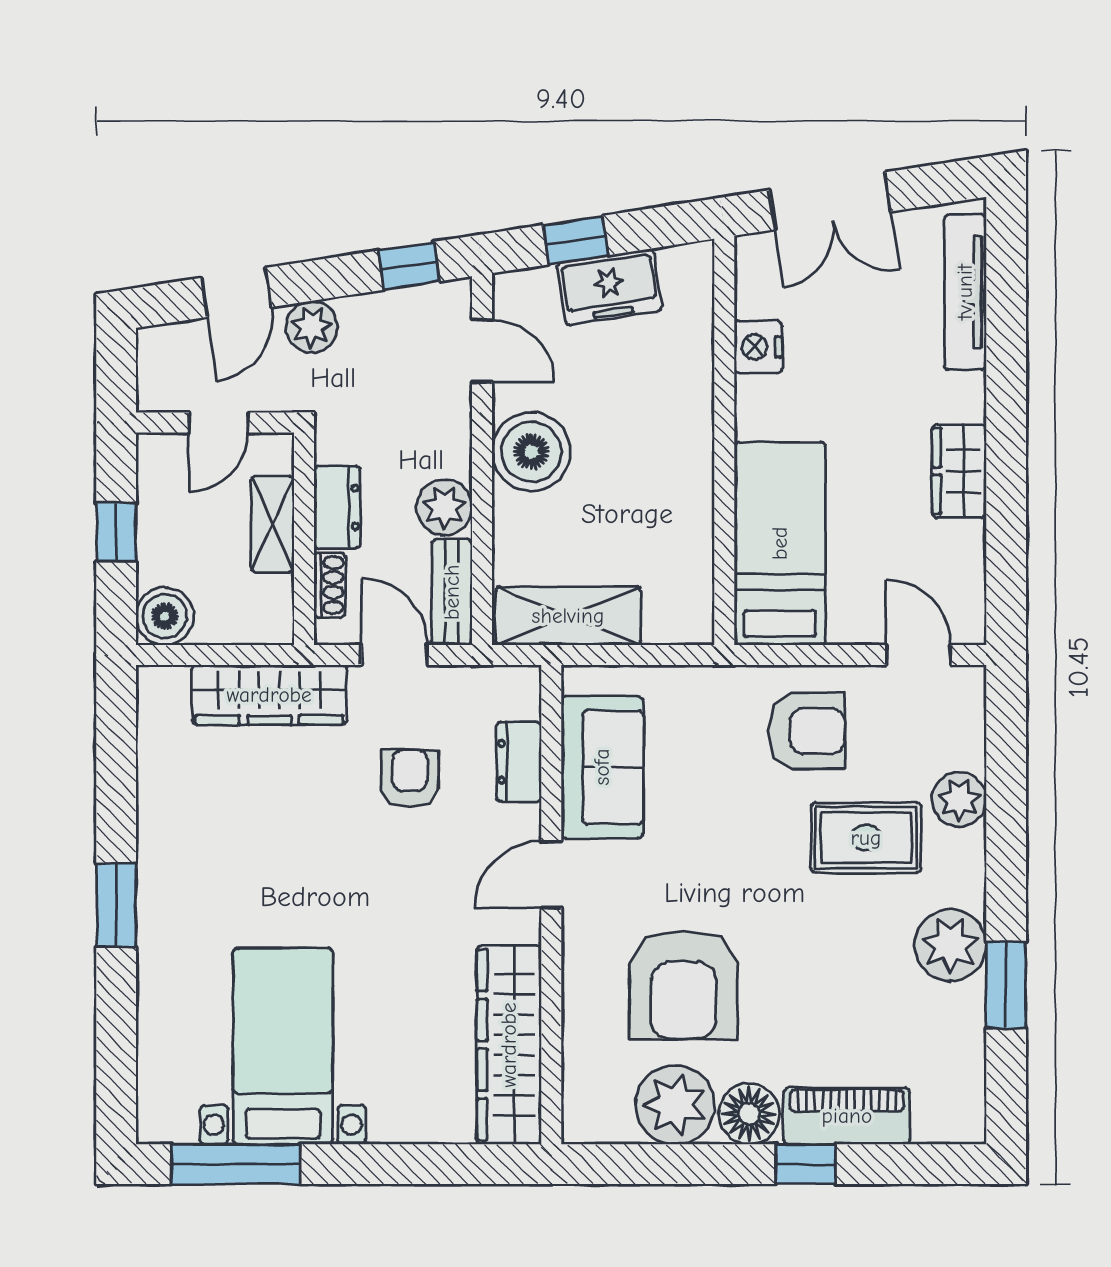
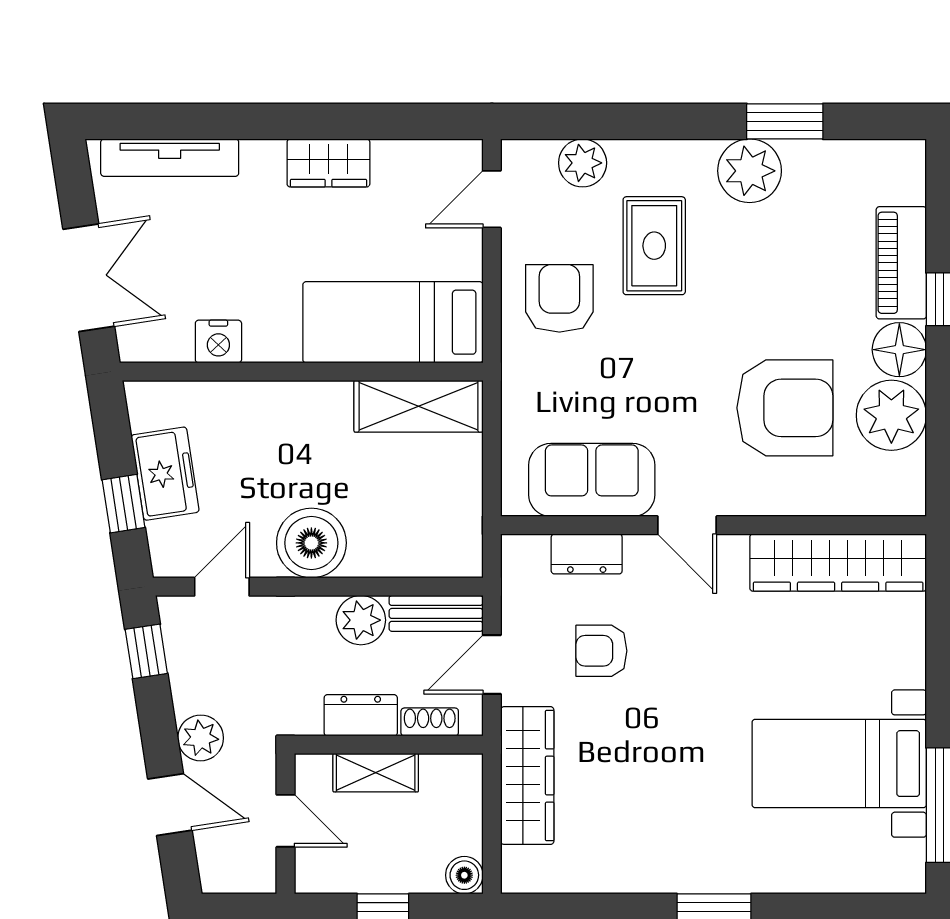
boiler: (165, 616) -> (464, 875), width x0.73, depth x0.73
shelving: (568, 616) -> (418, 406), moved, turned 90
plant: (959, 800) -> (583, 163), moved

